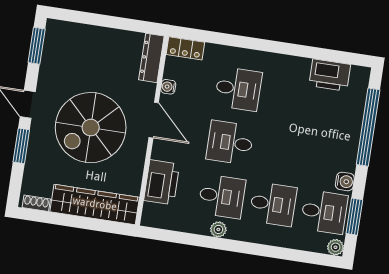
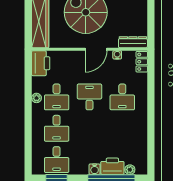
printer: (330, 75) -> (112, 166), moved, turned 90
water cooler: (345, 181) -> (95, 169), moved
printer: (162, 182) -> (41, 63), moved, turned -90
plant: (336, 247) -> (130, 170), moved

